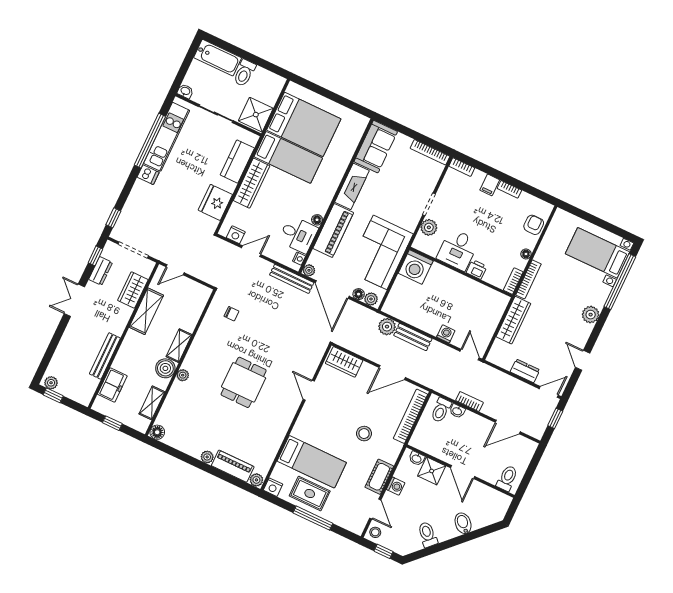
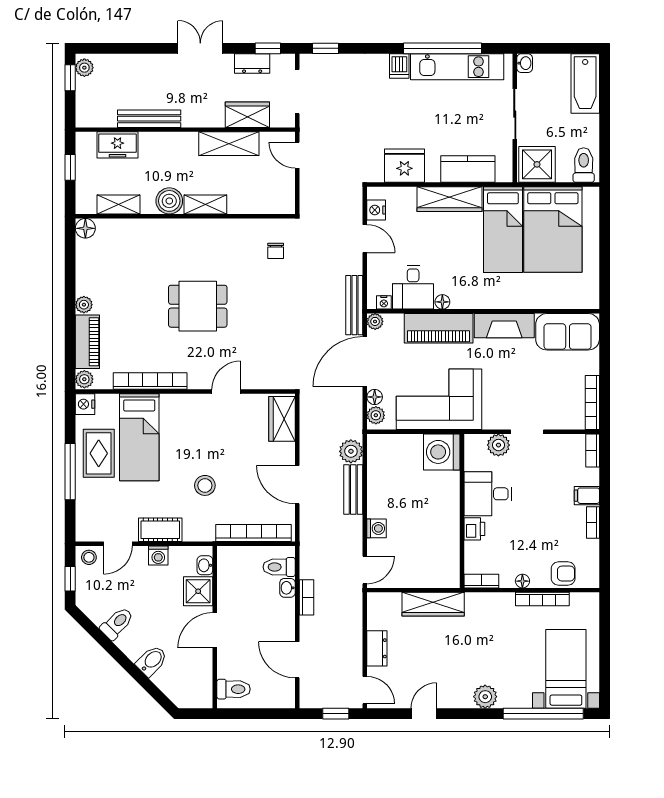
toilet: (244, 73) -> (584, 165), moved, turned 90
bookcase: (529, 279) -> (542, 599), moved
plant: (183, 375) -> (171, 226), removed
bookcase: (278, 437) -> (150, 381), added

